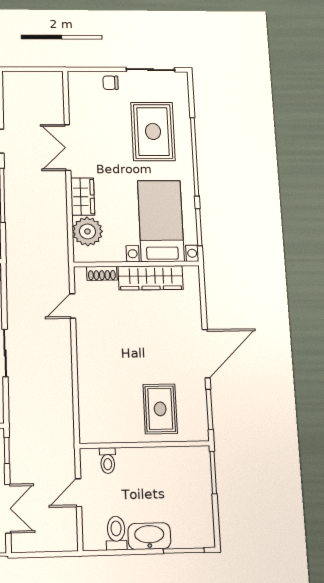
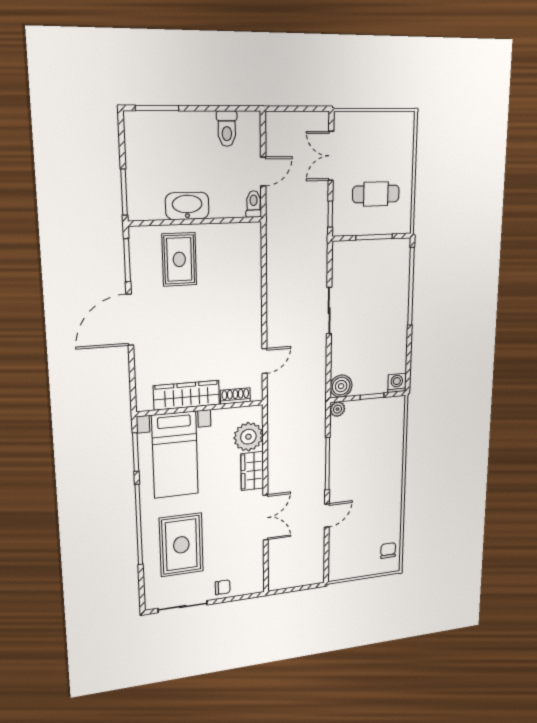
toilet: (108, 461) -> (254, 204), moved
washbasin: (149, 536) -> (187, 206), moved, turned 180

